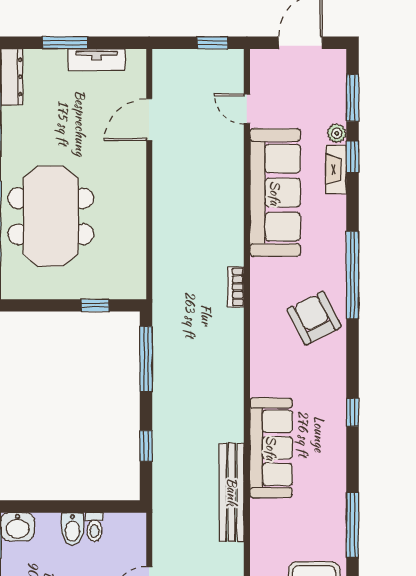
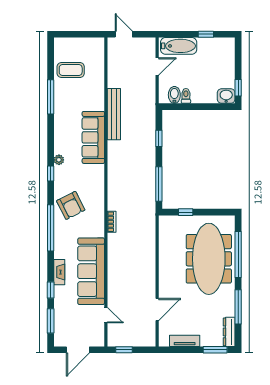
window: (65, 43) -> (215, 350), moved
plant: (337, 133) -> (59, 160), moved
fireplace: (336, 169) -> (59, 272), moved
meeting table: (51, 216) -> (209, 259), width x1.36
window: (353, 412) -> (51, 174), moved
bidet: (72, 529) -> (174, 95), moved

